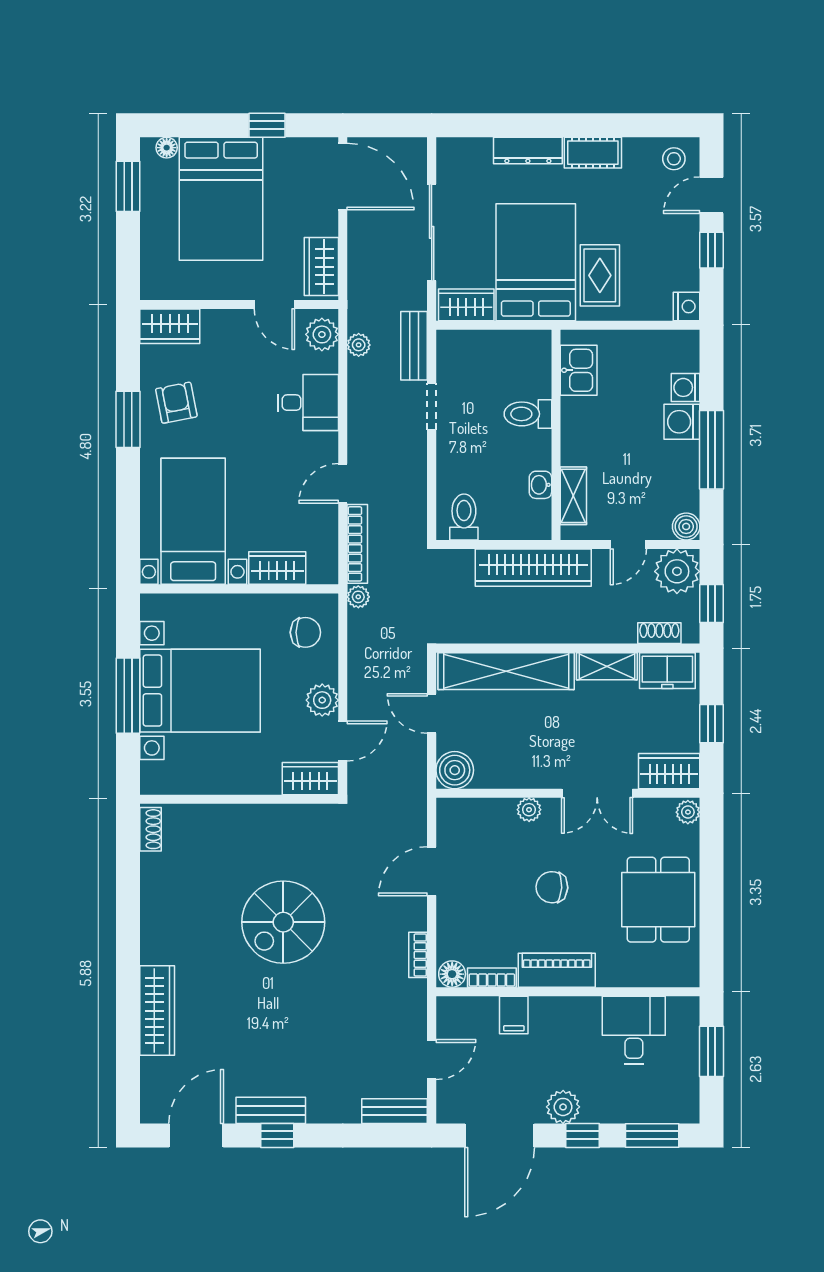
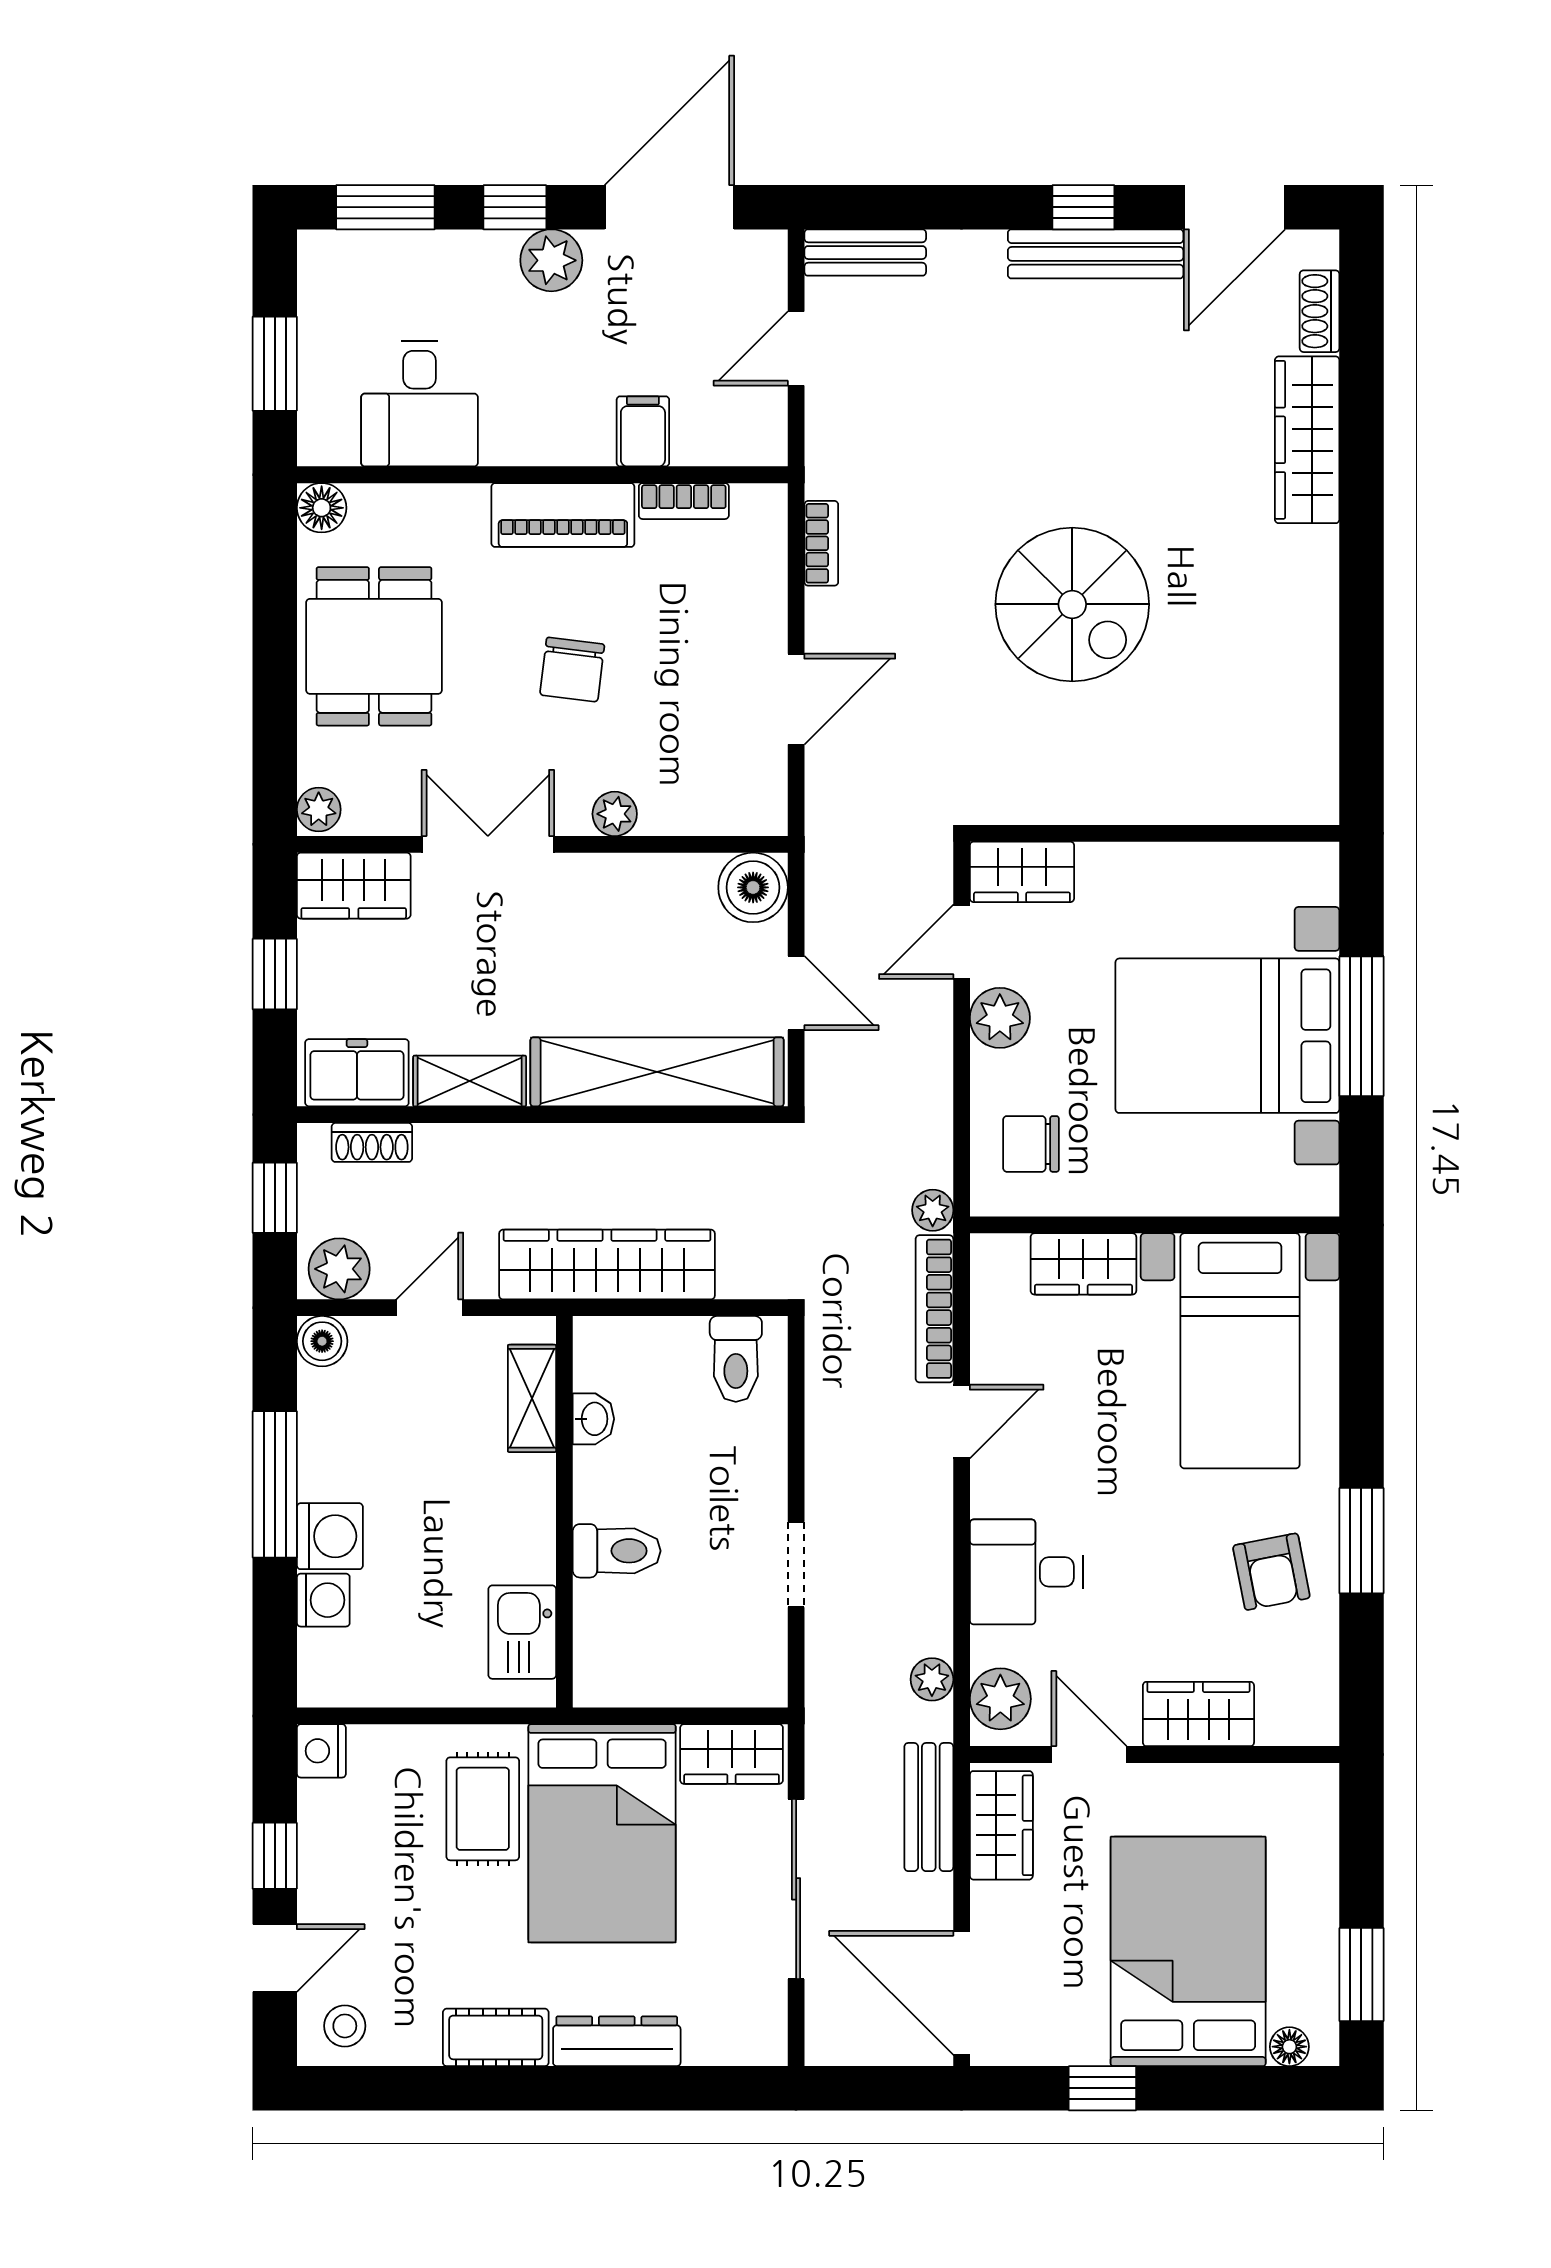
wardrobe: (170, 326) -> (1198, 1714), moved
bench: (414, 346) -> (929, 1807), moved
plant: (677, 571) -> (339, 1269), width x0.73, depth x0.73
shoe rack: (150, 829) -> (1320, 311), moved
chair: (552, 887) -> (572, 670), turned 94
spiral stairs: (283, 922) -> (1072, 604), turned 90
floor lamp: (452, 974) -> (322, 508), moved
bench: (271, 1110) -> (1096, 254), width x1.36

